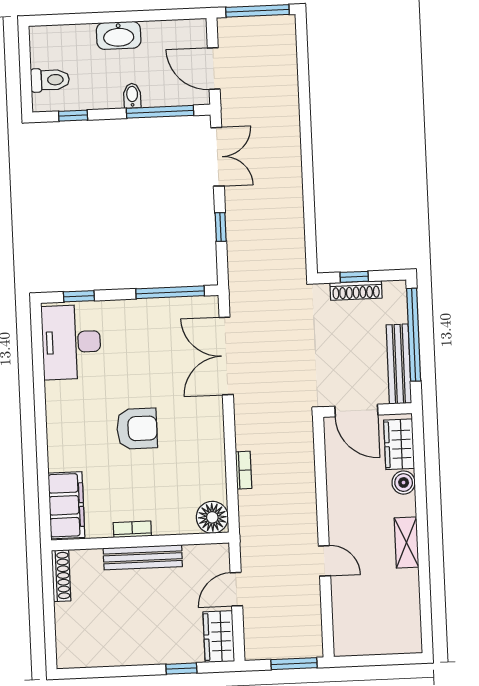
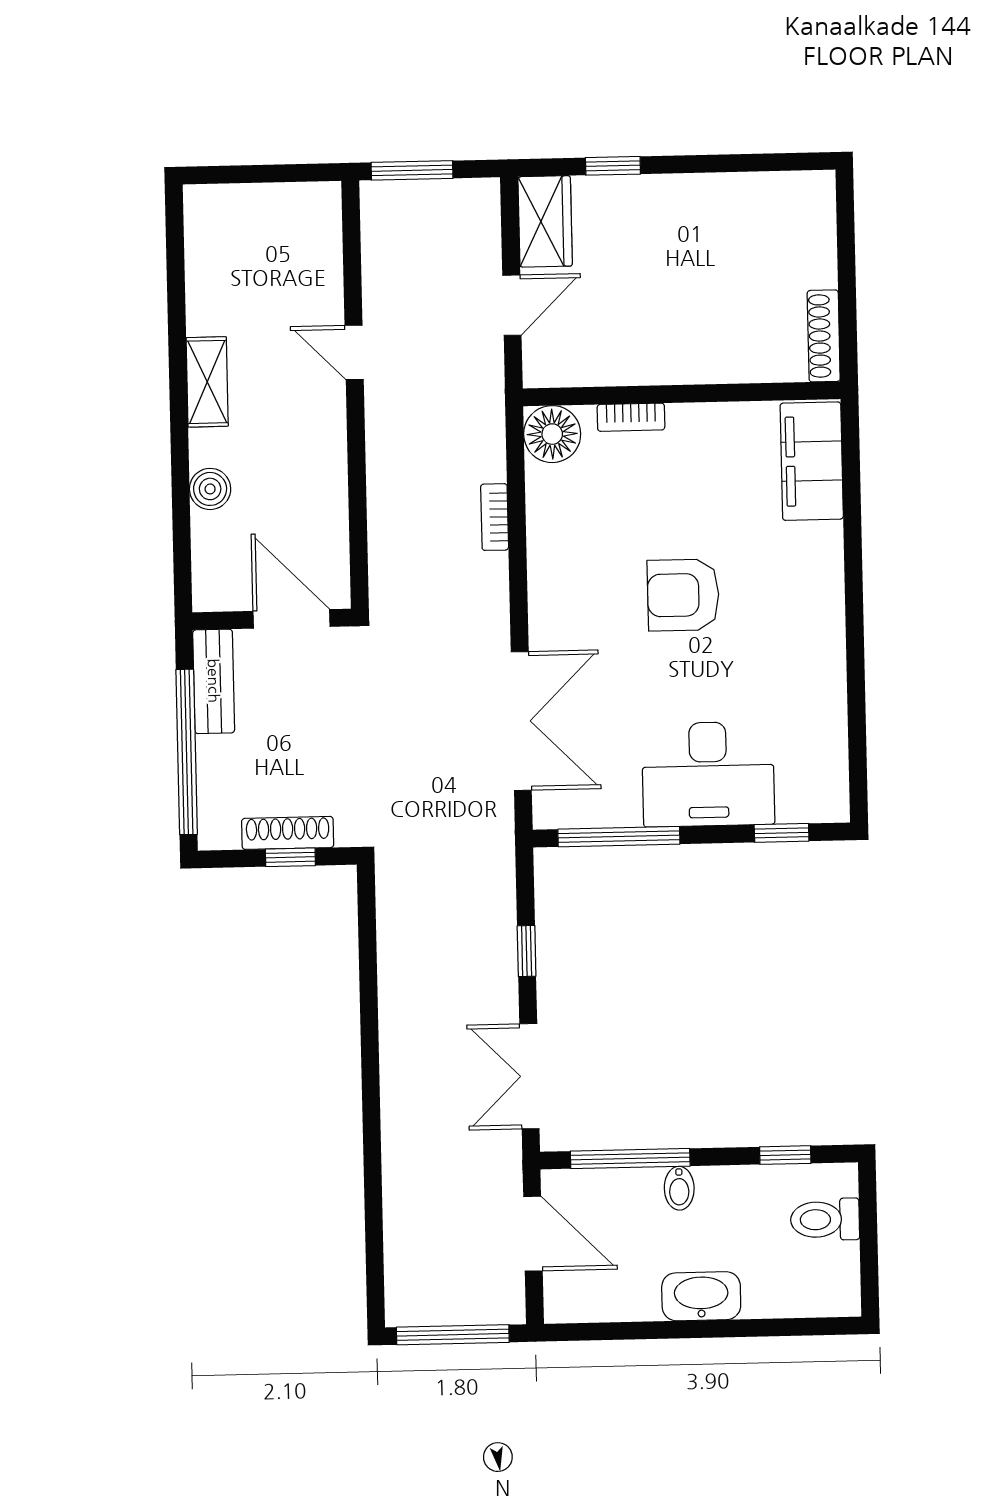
desk: (71, 342) -> (708, 774), moved, turned 90
bench: (399, 364) -> (214, 681), width x0.73
wardrobe: (399, 444) -> (217, 557), removed
bookcase: (132, 529) -> (631, 417), moved
bench: (143, 557) -> (677, 365), removed

